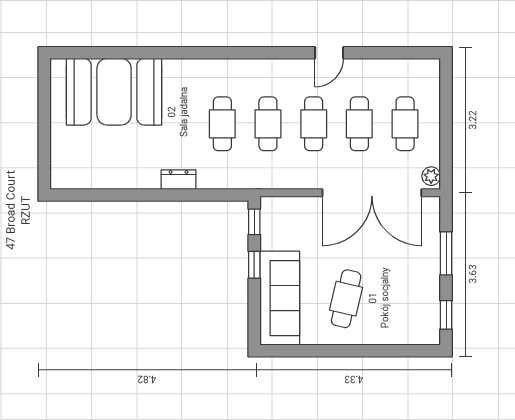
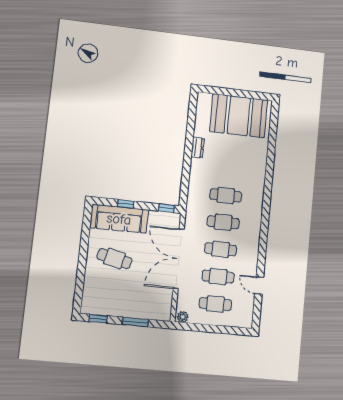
door: (329, 53) -> (259, 285), moved
booth: (114, 92) -> (239, 116), moved, turned 90
dresser: (179, 180) -> (198, 148), moved
double door: (372, 193) -> (179, 259), moved
window: (254, 265) -> (126, 204), moved

